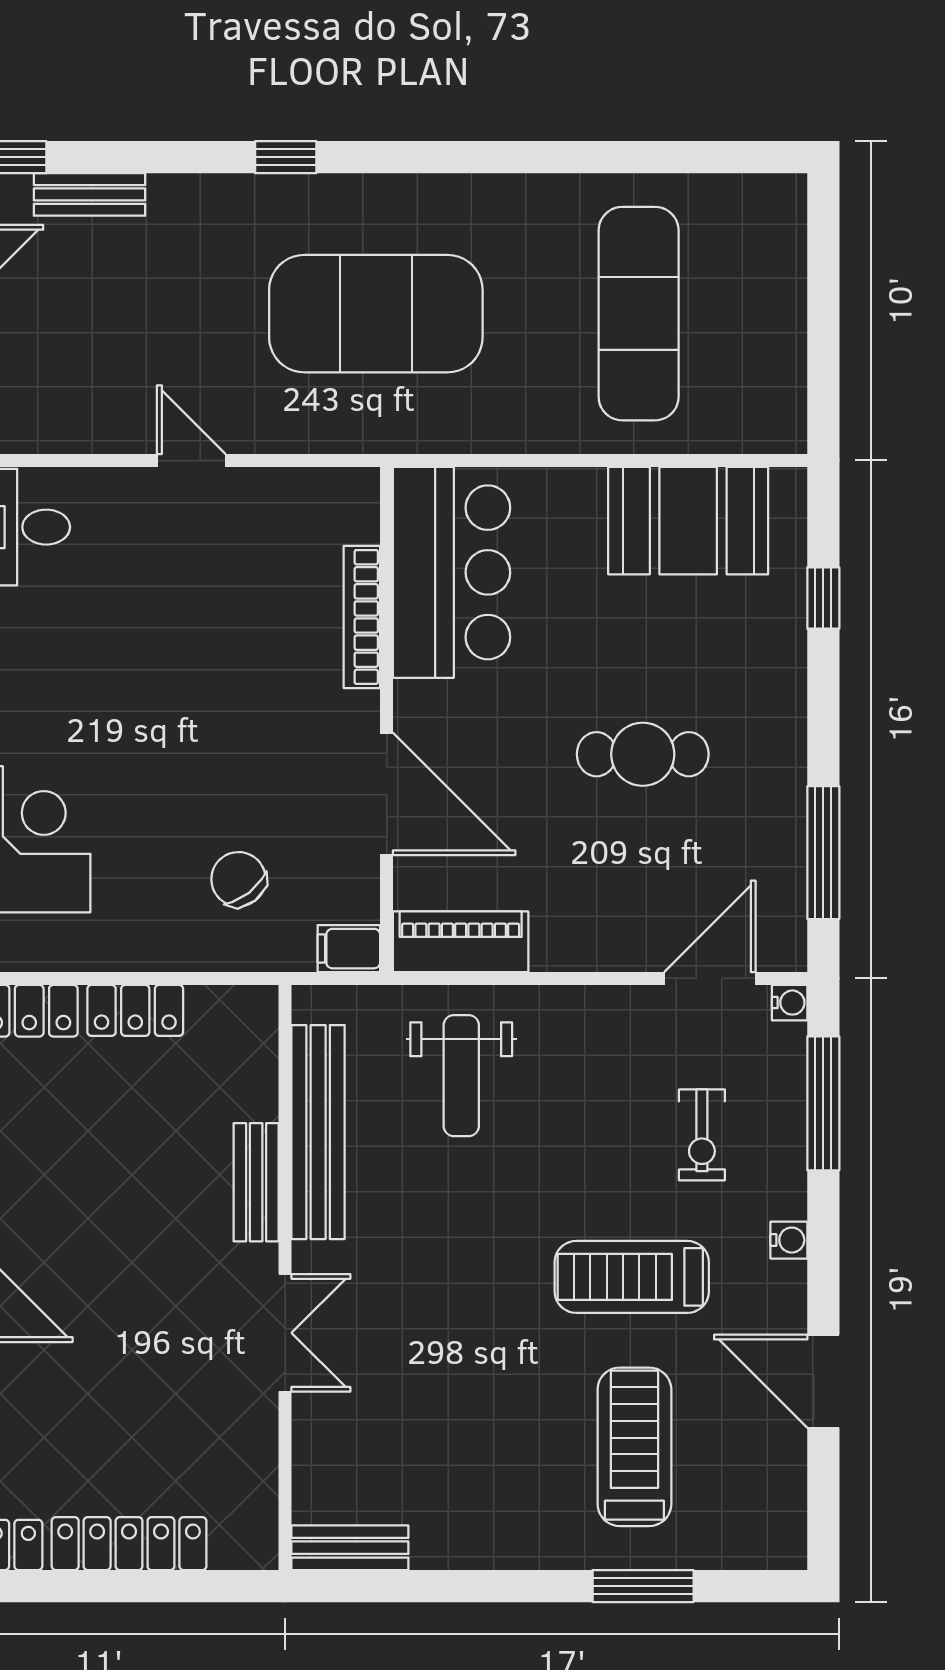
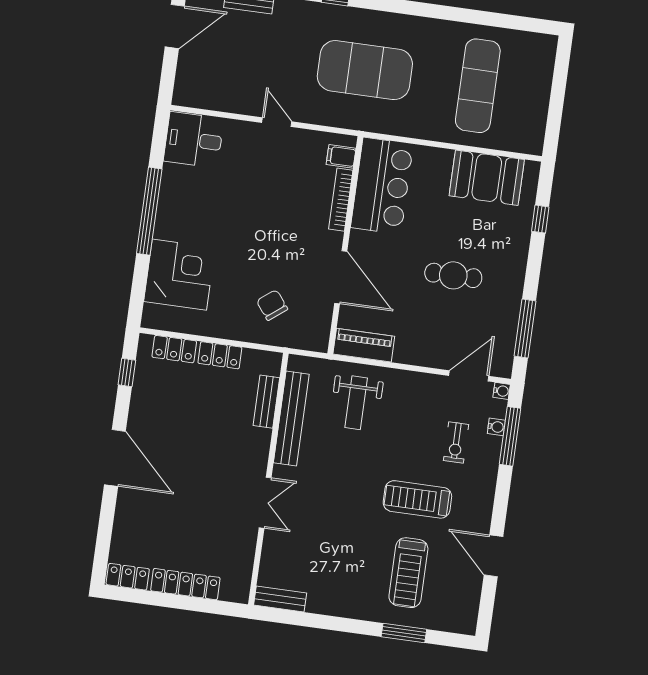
filing cabinet: (349, 949) -> (341, 156), moved
bench: (256, 1182) -> (266, 402), moved
water cooler: (789, 1240) -> (496, 427), moved
treadmill: (634, 1447) -> (408, 573), turned 180

